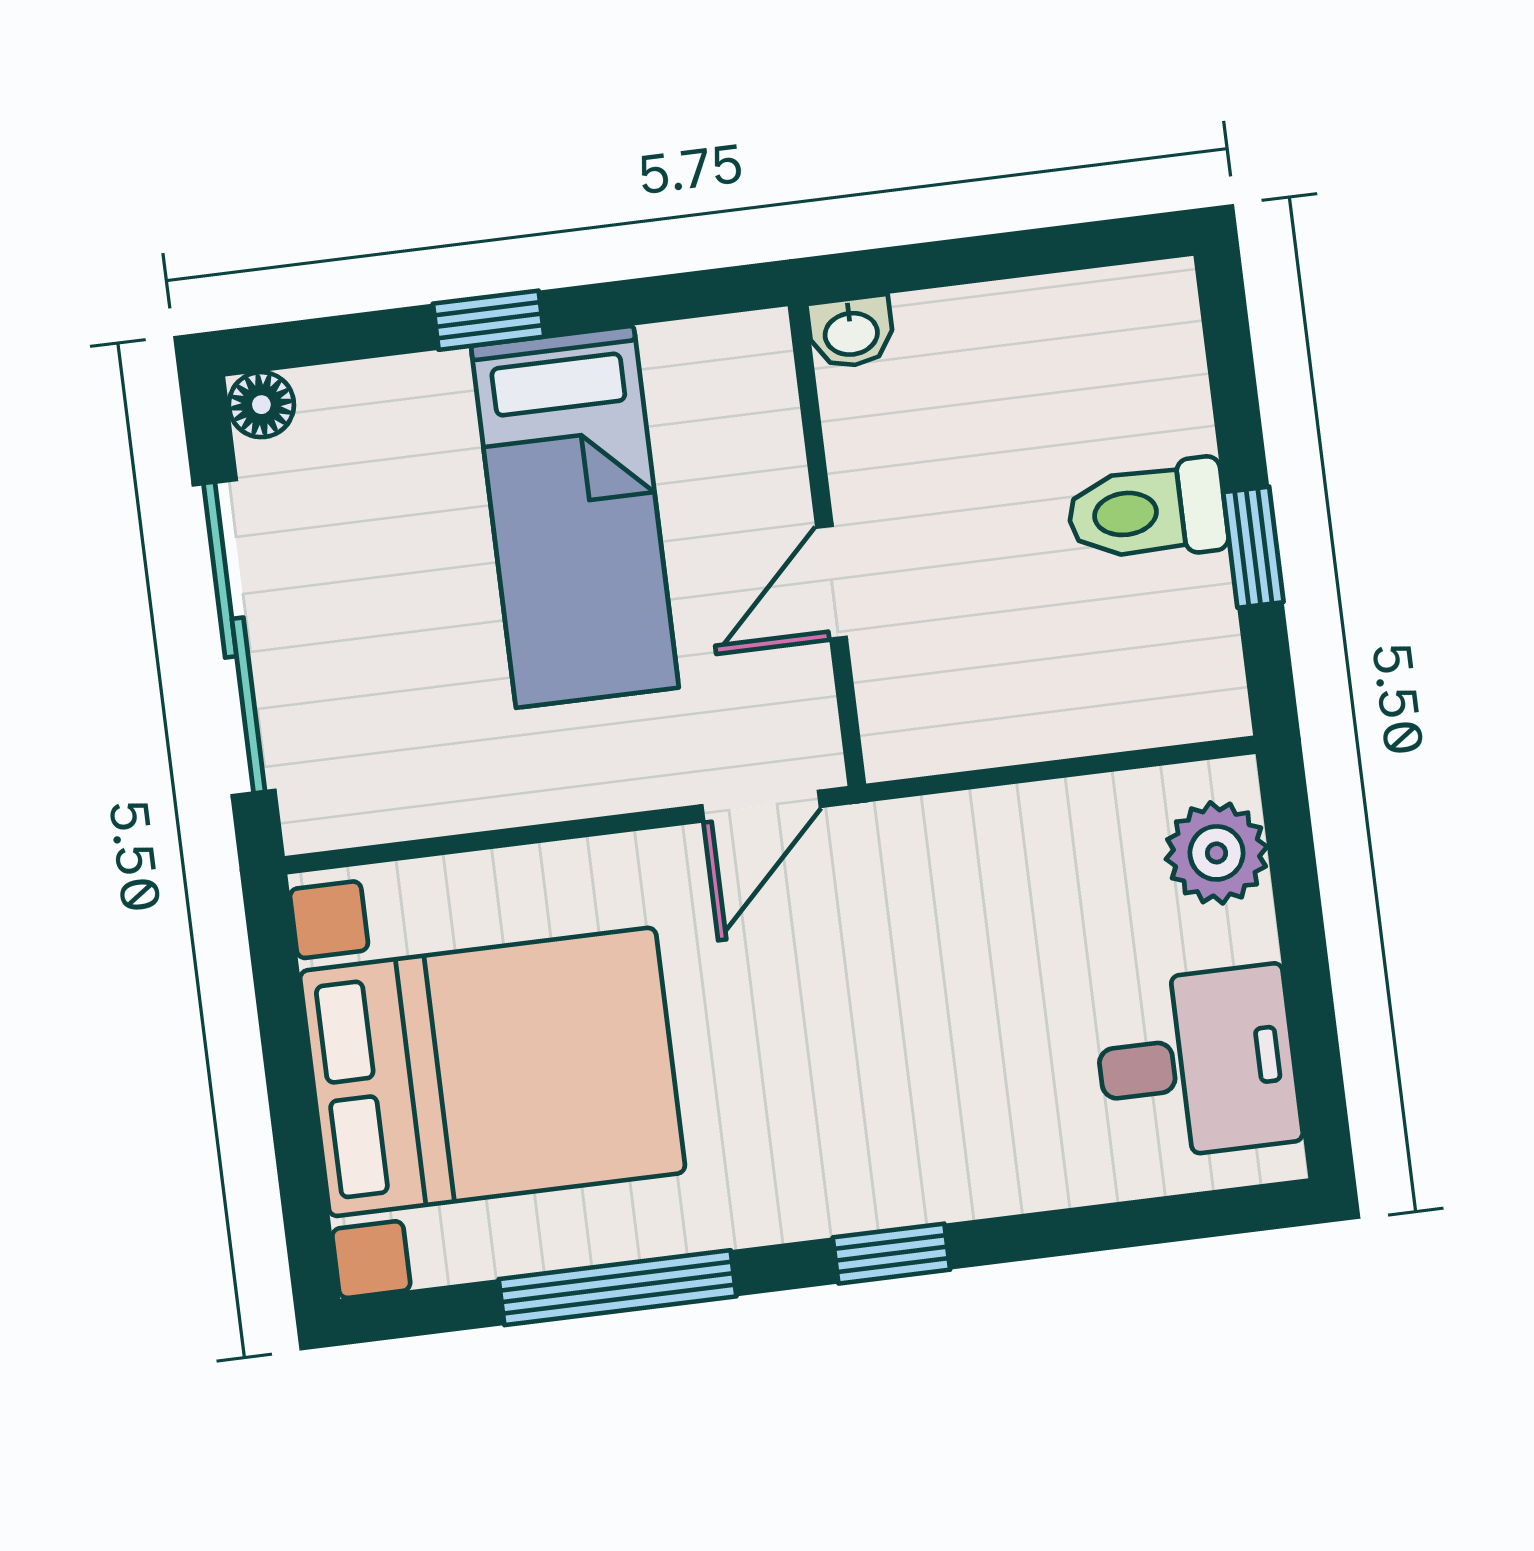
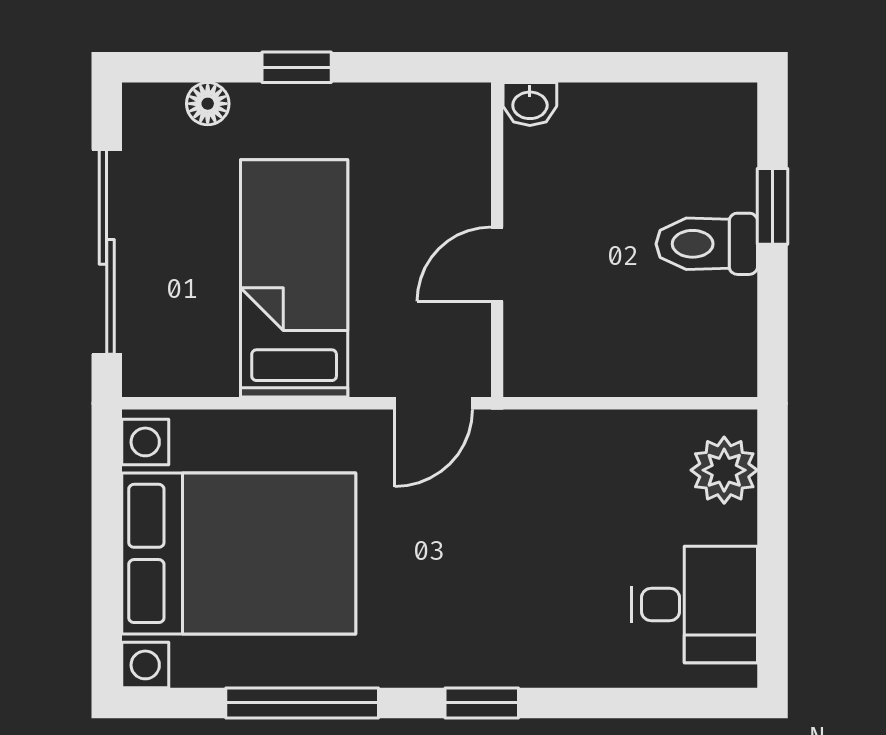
floor lamp: (261, 405) -> (208, 104), moved
bed: (575, 517) -> (294, 278), moved, turned 180
window: (1253, 547) -> (773, 206), moved

